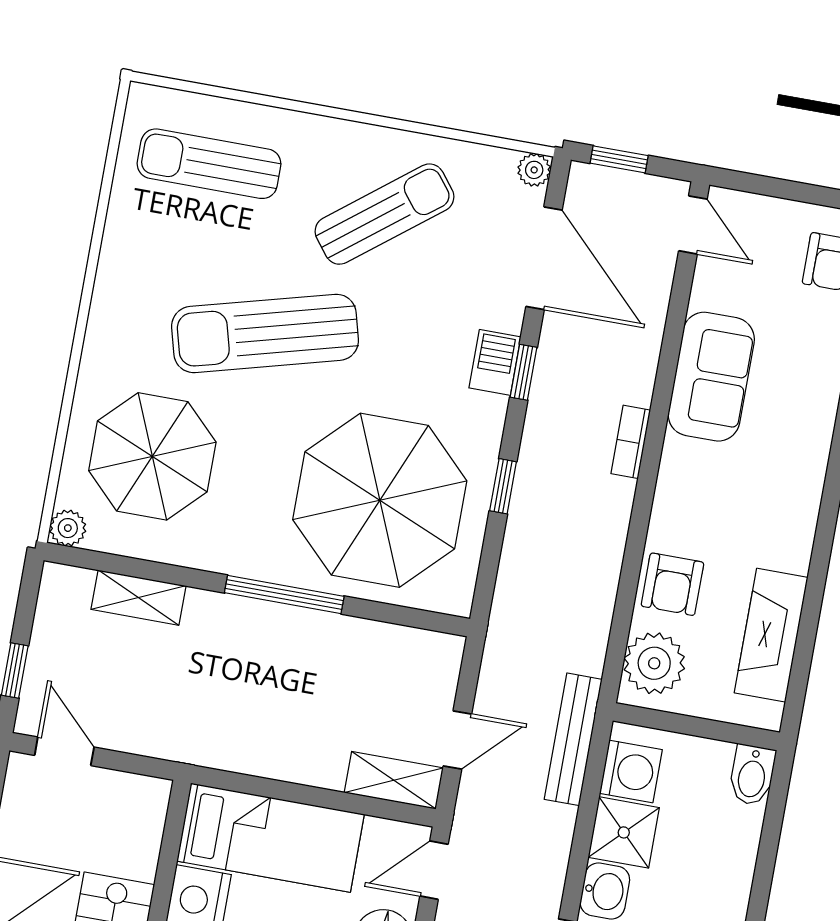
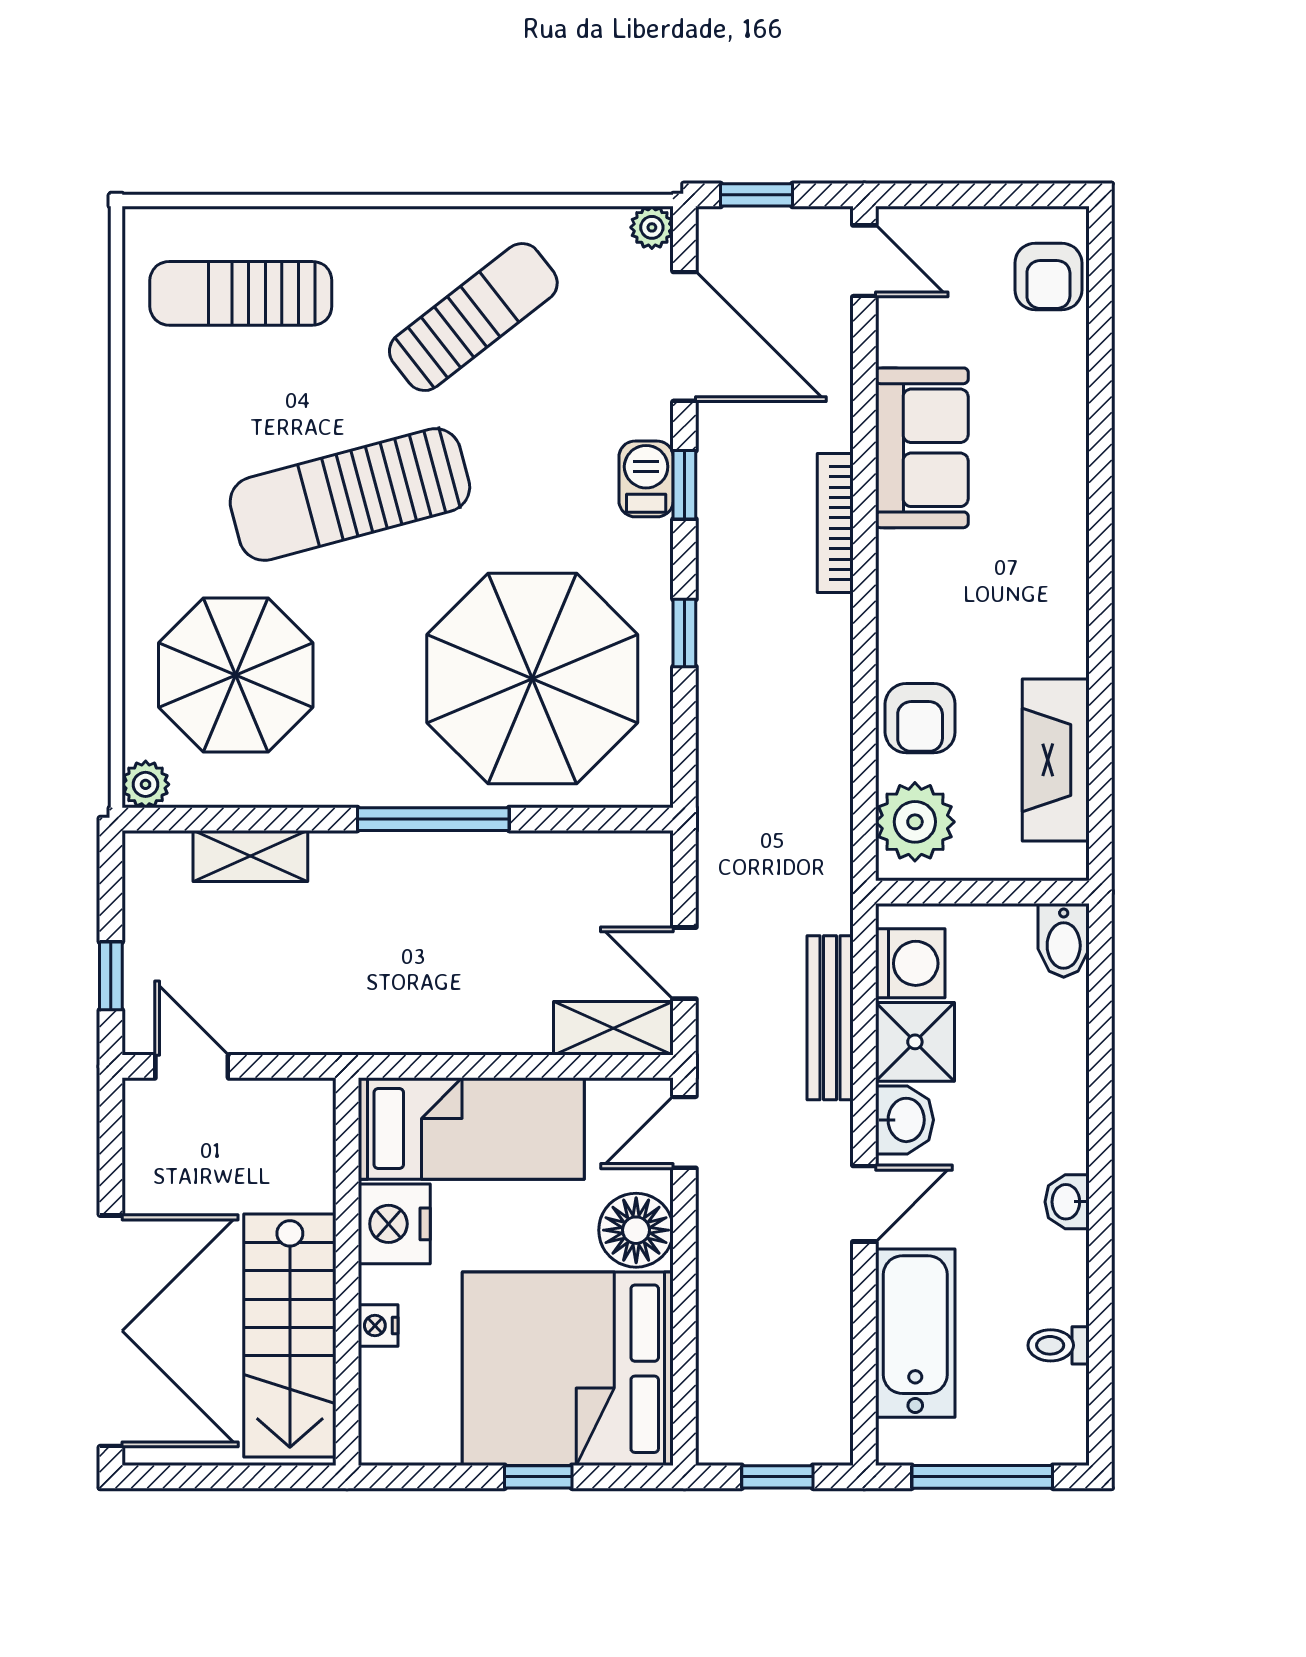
bookcase: (631, 442) -> (835, 523), width x1.56
bench: (573, 739) -> (830, 1018), moved
door: (457, 740) -> (684, 963), swing flipped

